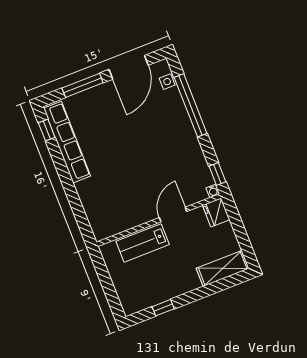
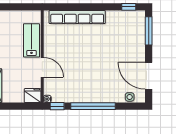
window: (83, 85) -> (149, 31), moved
window: (191, 105) -> (93, 106), moved
row of seats: (67, 142) -> (77, 17), moved

